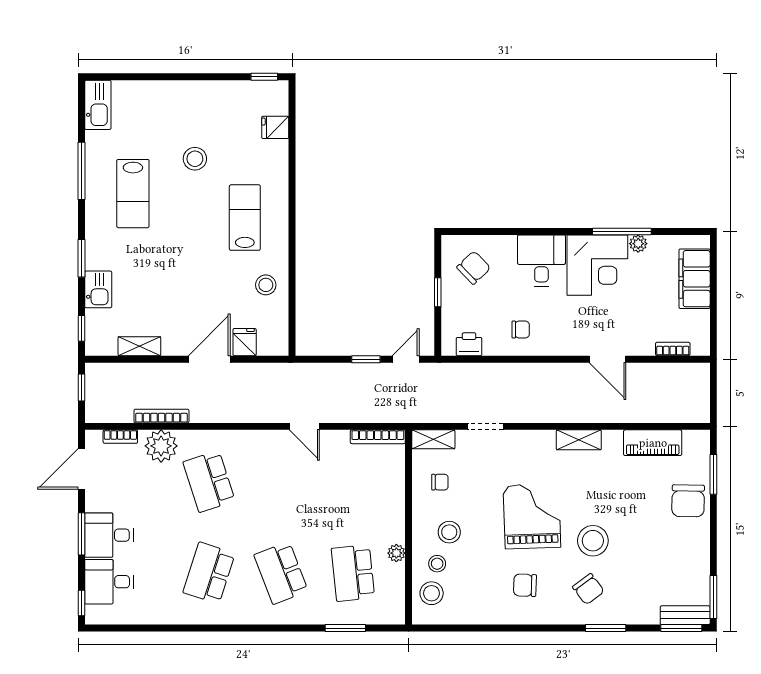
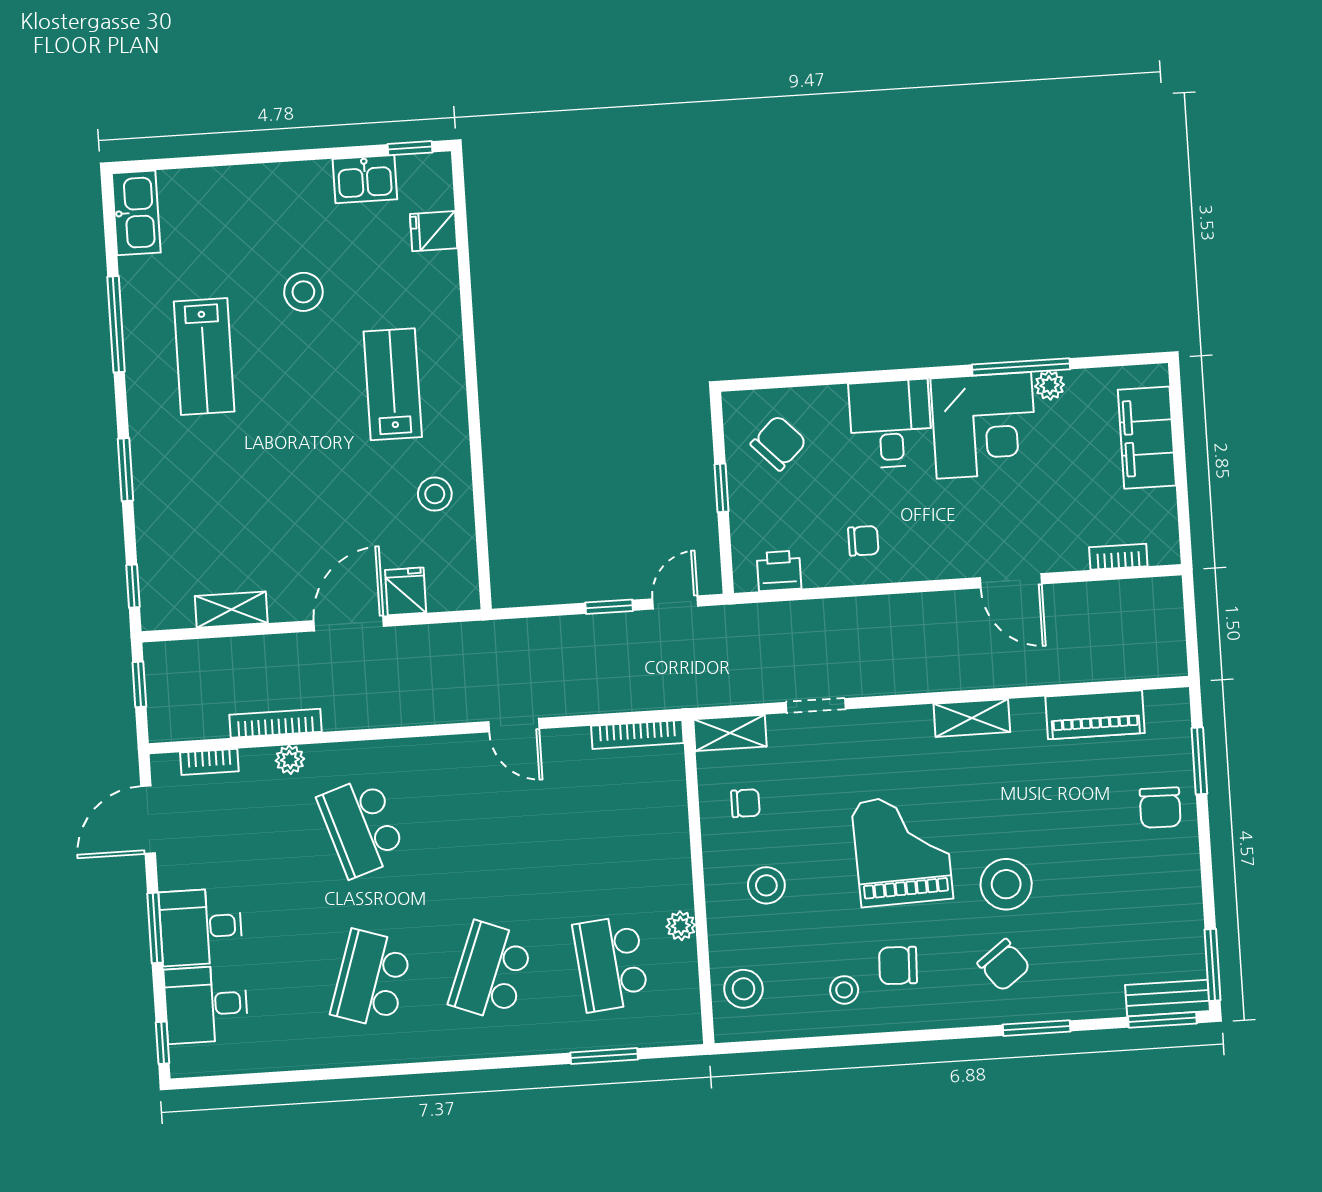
kitchen sink: (98, 289) -> (365, 179), moved, turned 90
plant: (161, 446) -> (290, 760), width x0.53, depth x0.53
chair: (688, 501) -> (1160, 808), width x0.73, depth x0.73
stool: (437, 564) -> (844, 990), moved
school desk: (281, 573) -> (491, 971), turned 42

